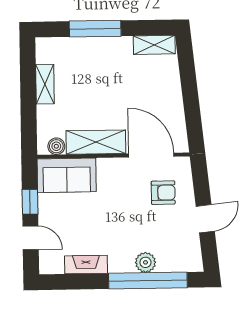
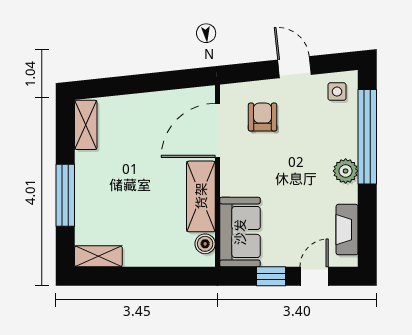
shelving: (45, 84) -> (98, 256), moved
side table: (185, 255) -> (337, 92), added
plant: (145, 262) -> (346, 171), moved
fireplace: (86, 265) -> (347, 230), moved

